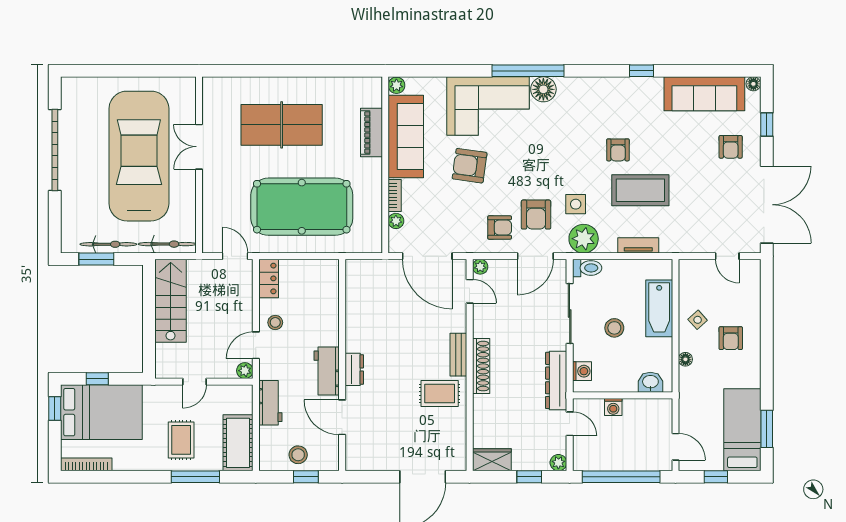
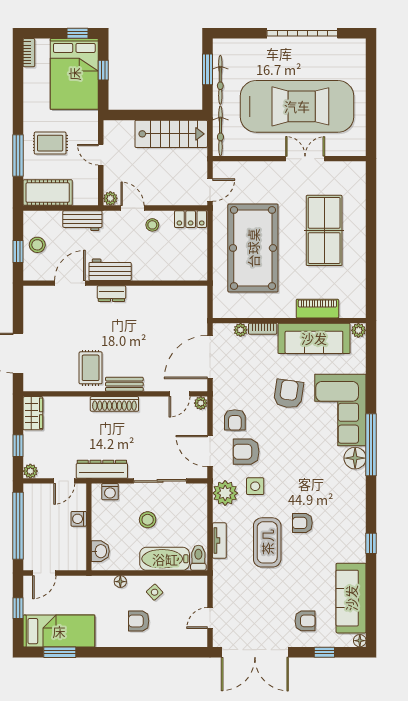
armchair: (731, 147) -> (305, 621), turned 180
toilet: (587, 268) -> (198, 558), moved, turned 180
bookcase: (86, 464) -> (29, 53), width x0.64

